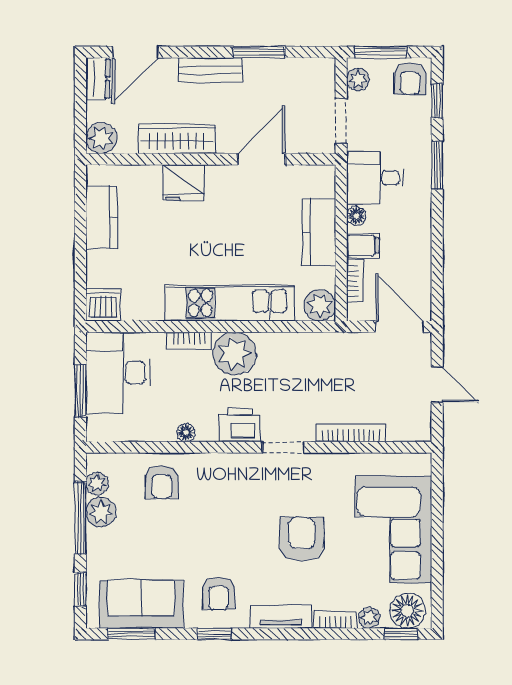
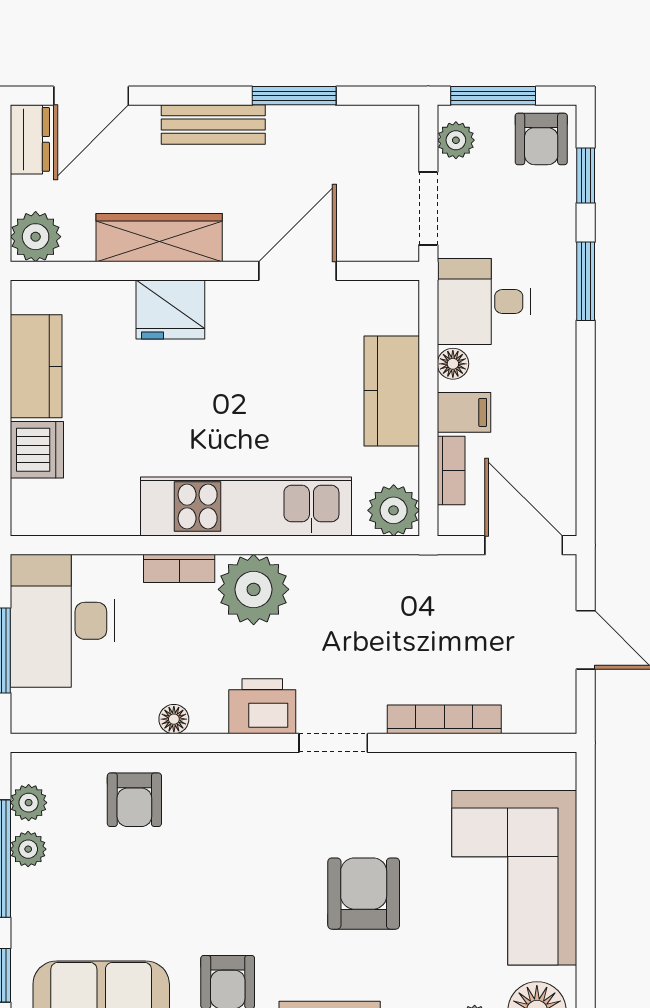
dishwasher: (103, 305) -> (37, 450), moved, turned 90
plant: (101, 512) -> (28, 849), width x0.73, depth x0.73

